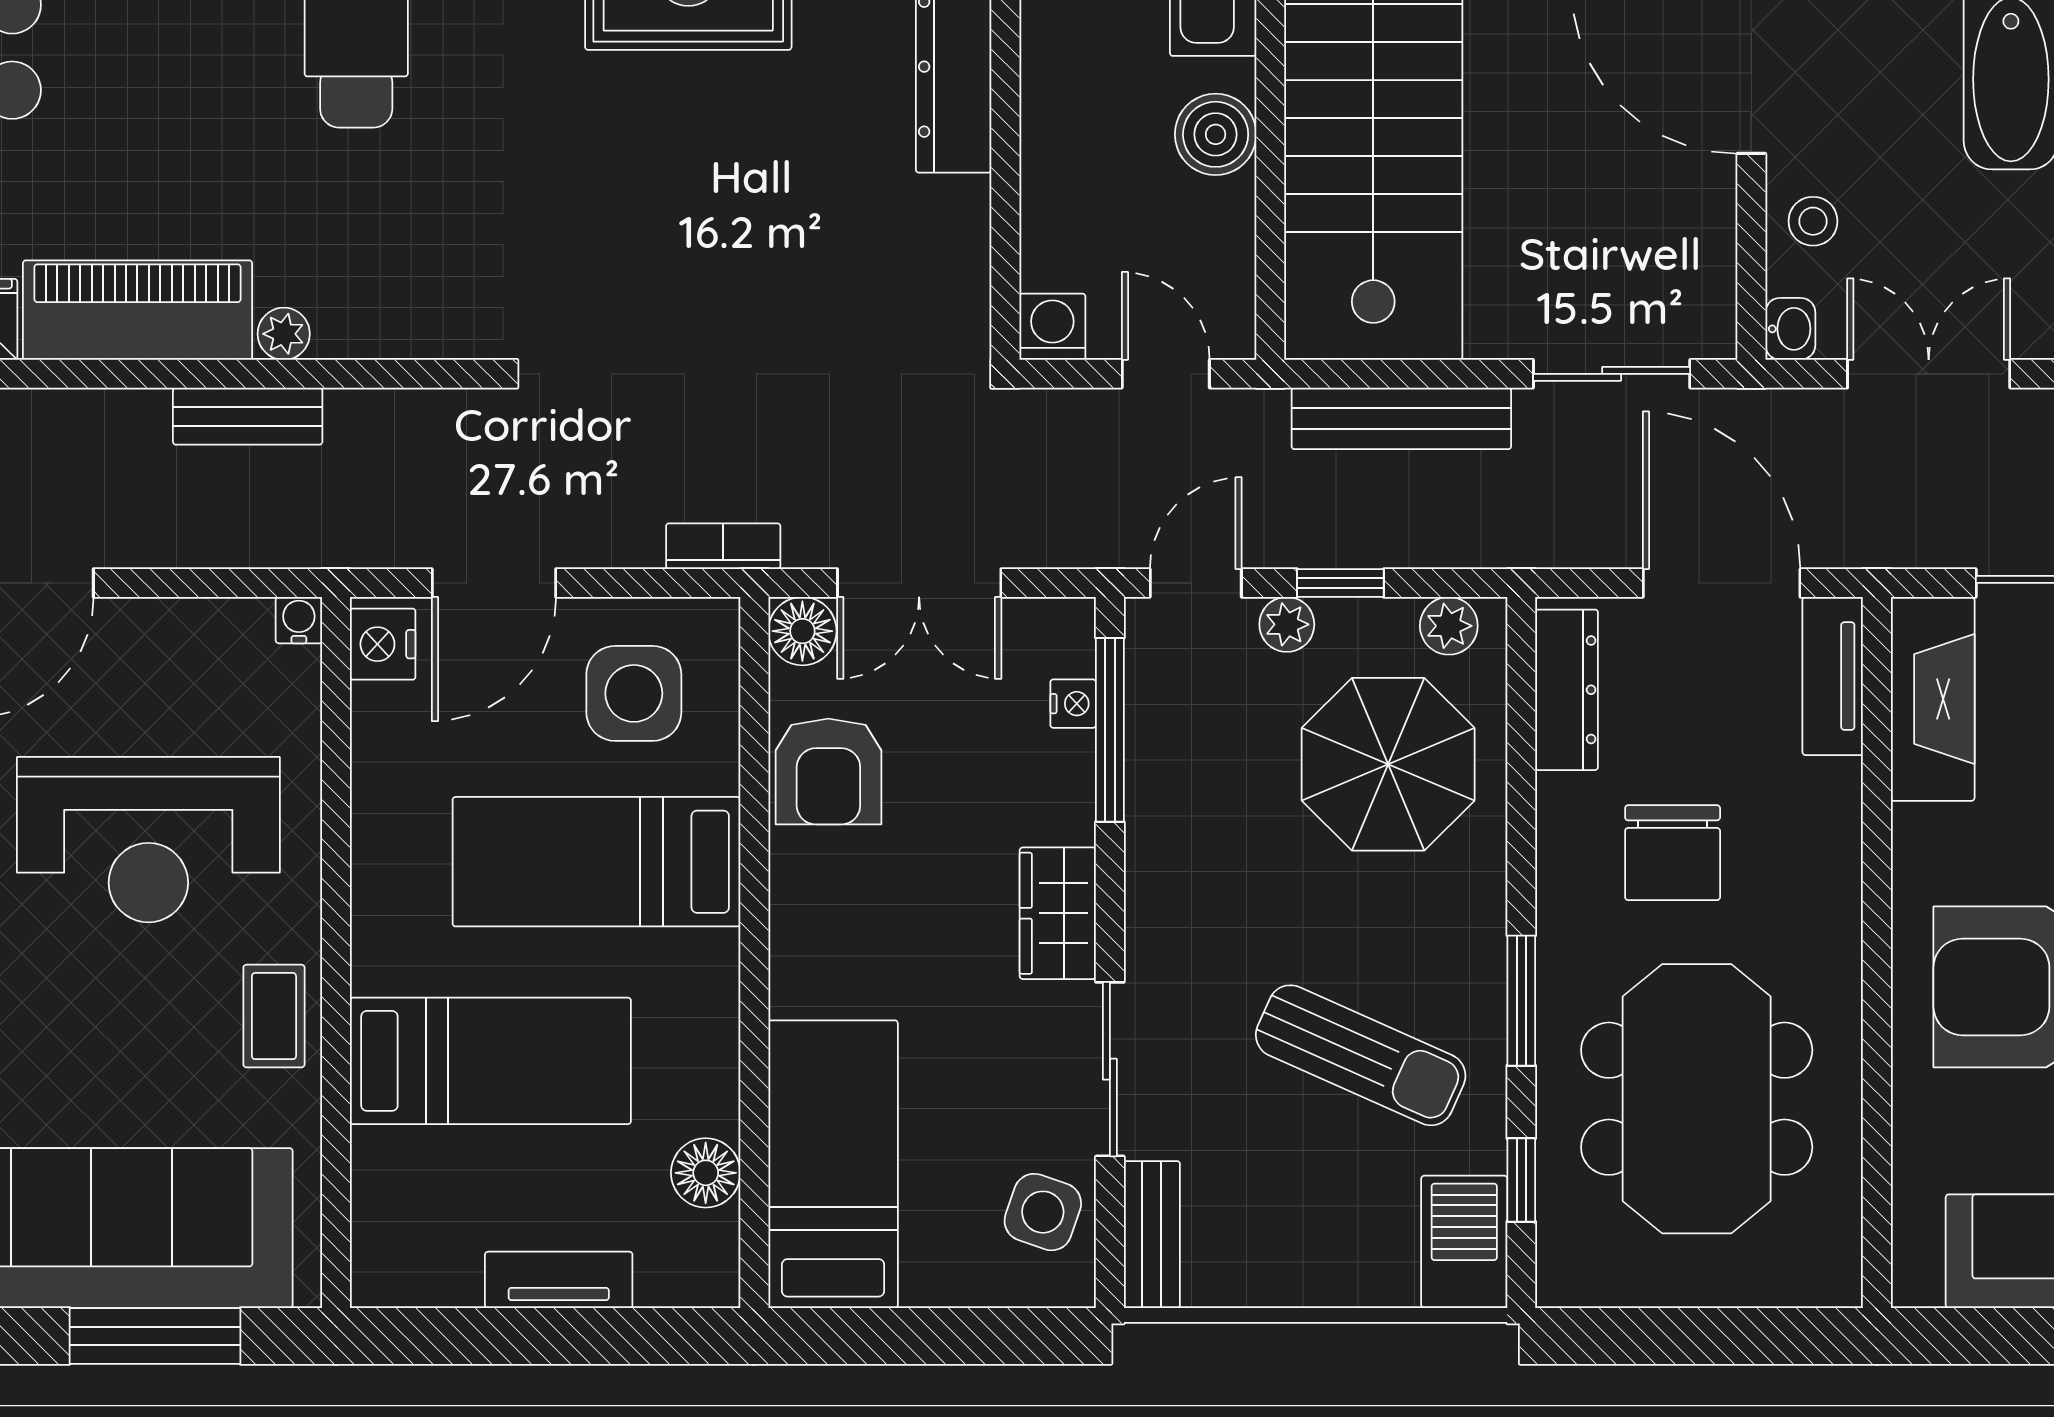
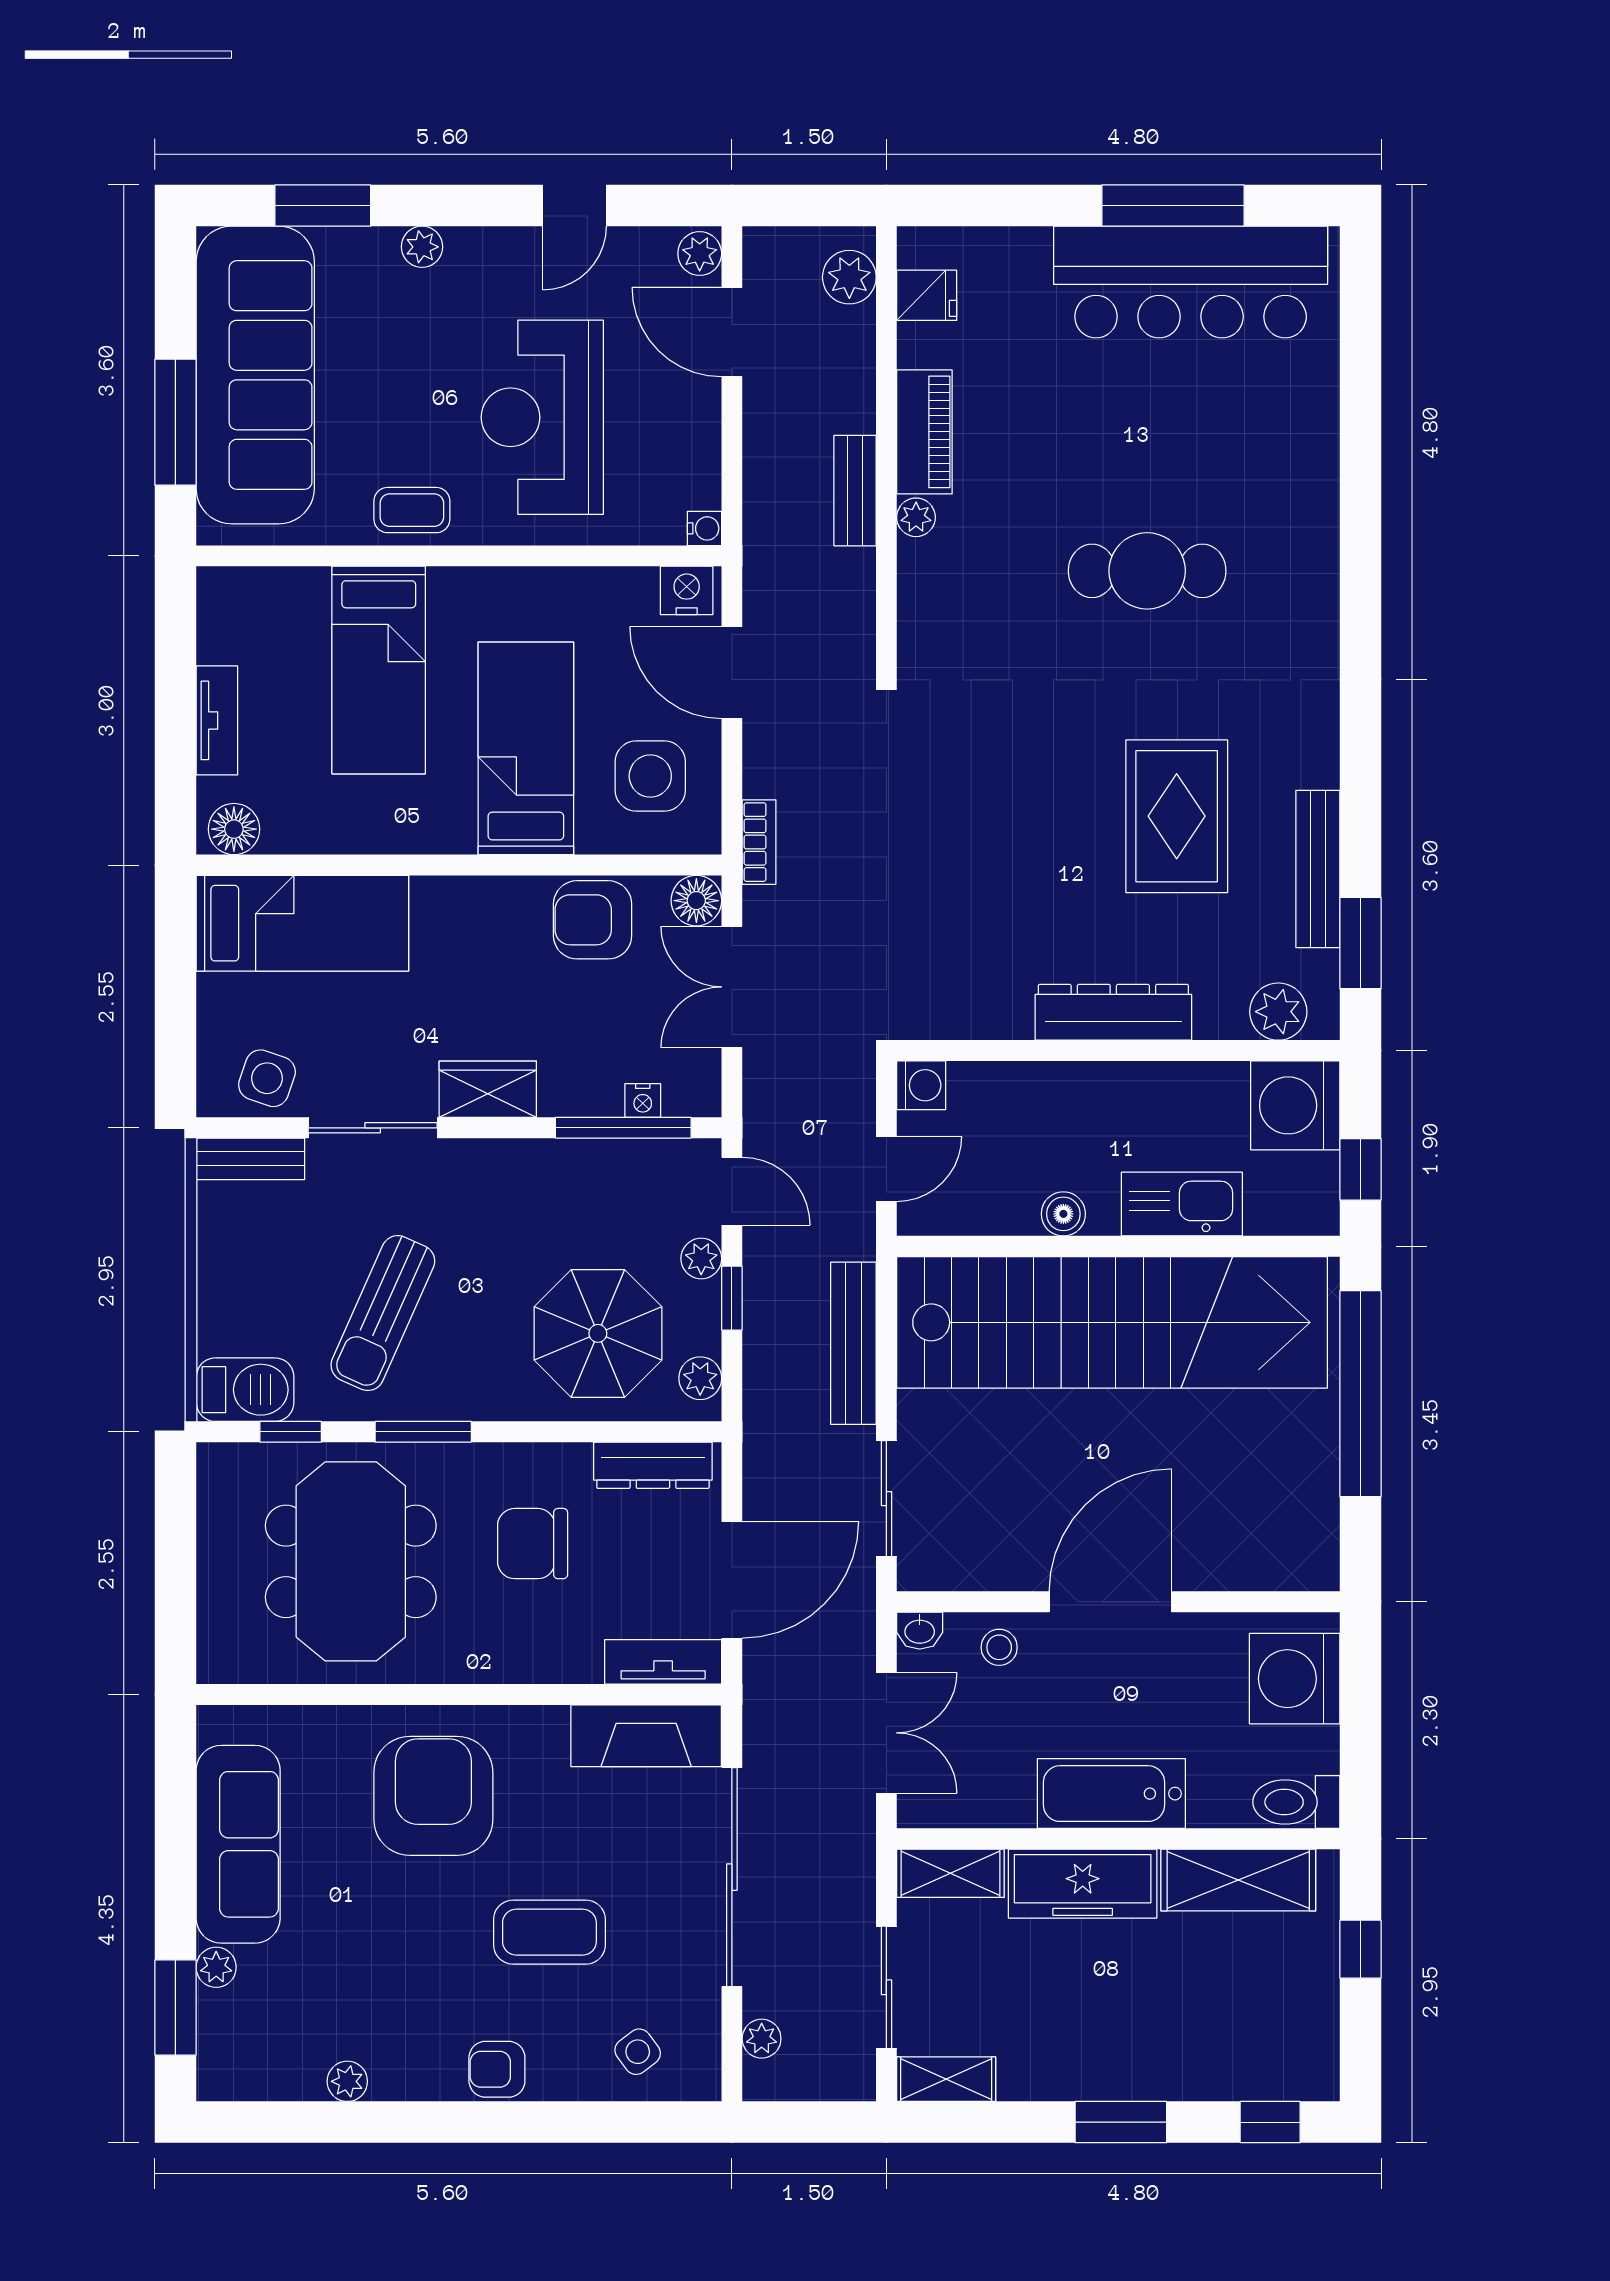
boiler: (1216, 134) -> (1063, 1214), width x0.73, depth x0.73
piano: (137, 310) -> (924, 432), width x0.73, depth x0.75
meeting table: (1697, 1099) -> (351, 1561), turned 90
floor lamp: (706, 1173) -> (234, 829), moved

